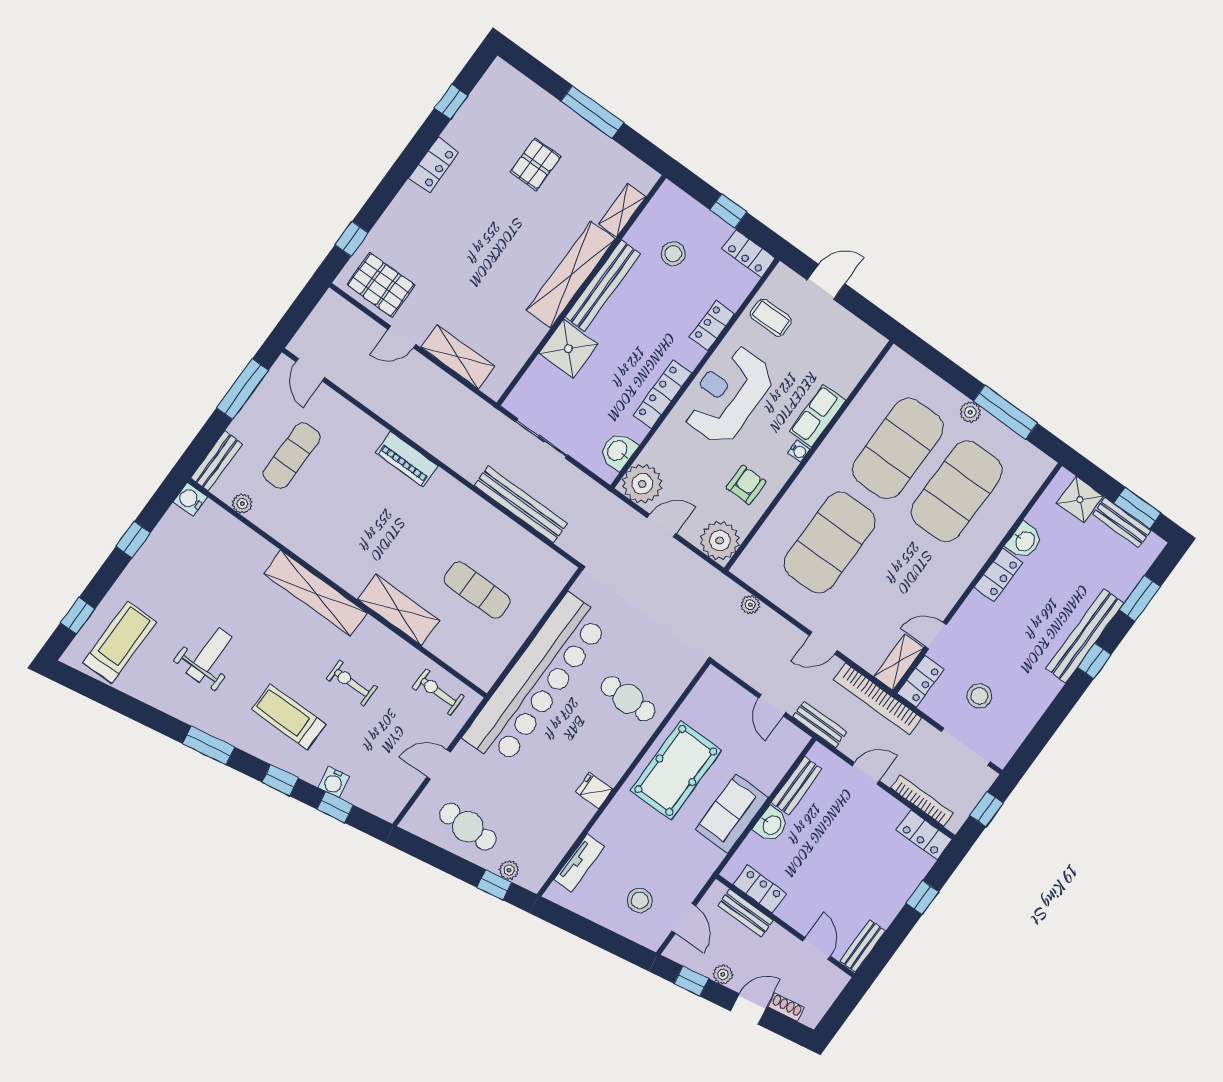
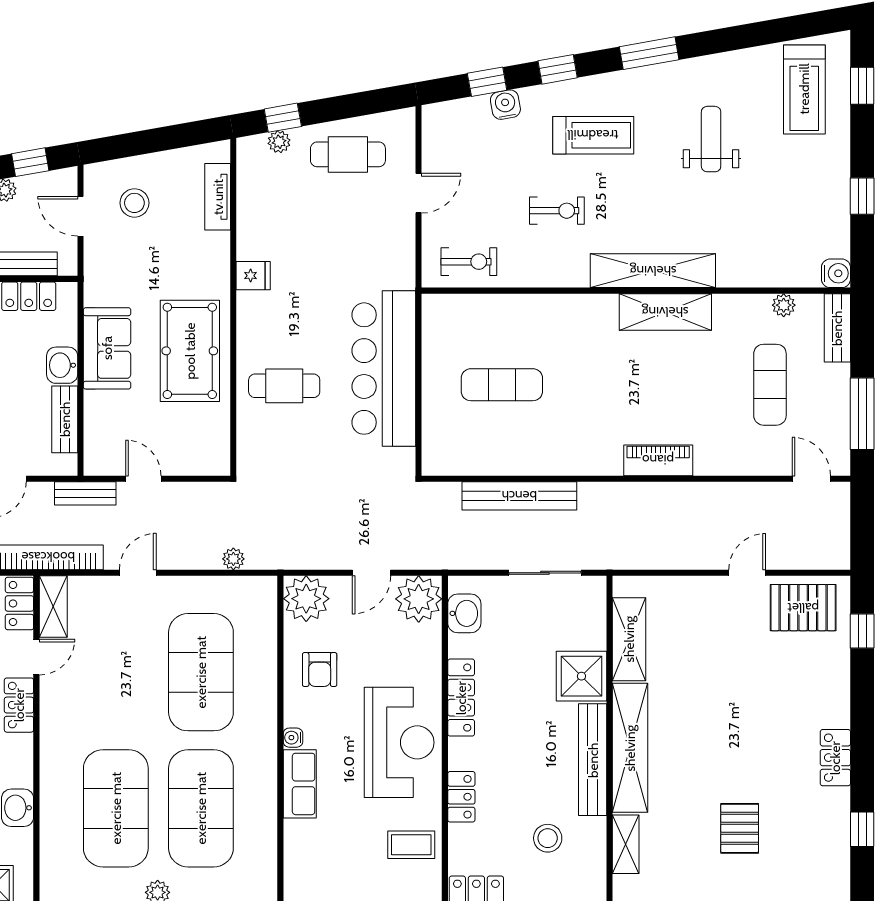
shelving: (458, 357) -> (629, 639), moved, turned 90
locker: (998, 575) -> (19, 705), moved
shelving: (399, 610) -> (665, 312), moved
weight bench: (209, 655) -> (711, 139), turned 180
bar counter: (536, 680) -> (384, 369), width x0.73

